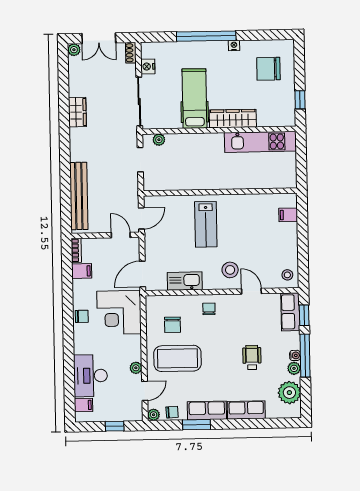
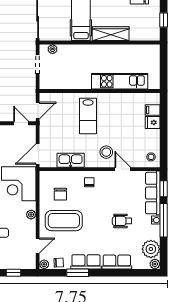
kitchen unit: (260, 142) -> (120, 81), moved, turned 180
fridge: (289, 231) -> (153, 122), added
row of seats: (290, 312) -> (153, 193), width x1.48
wheelchair: (252, 357) -> (122, 221), turned -90
plant: (136, 368) -> (31, 215), moved
plant: (294, 368) -> (155, 264), moved

